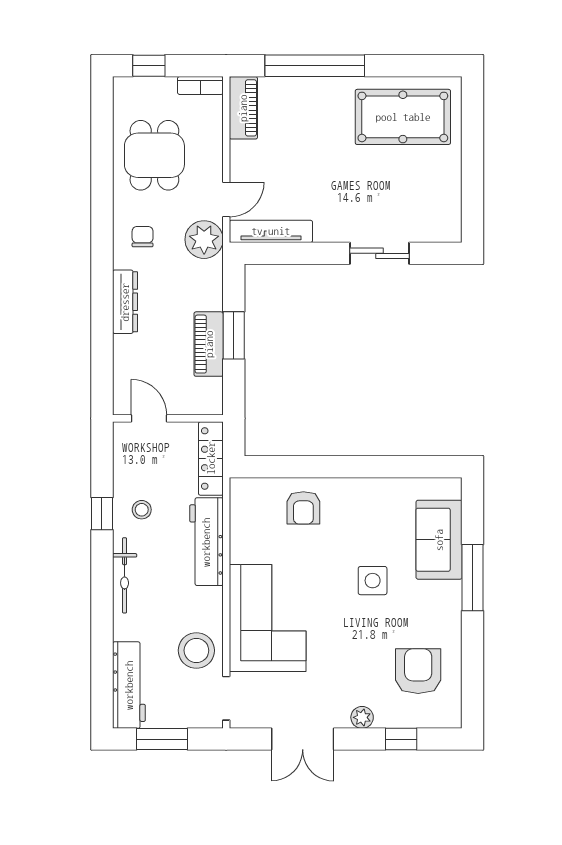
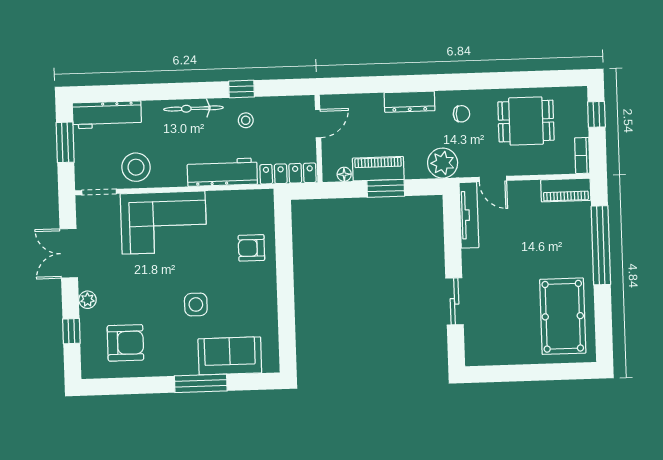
plant: (204, 240) -> (443, 163), moved
floor lamp: (214, 388) -> (344, 174), added

